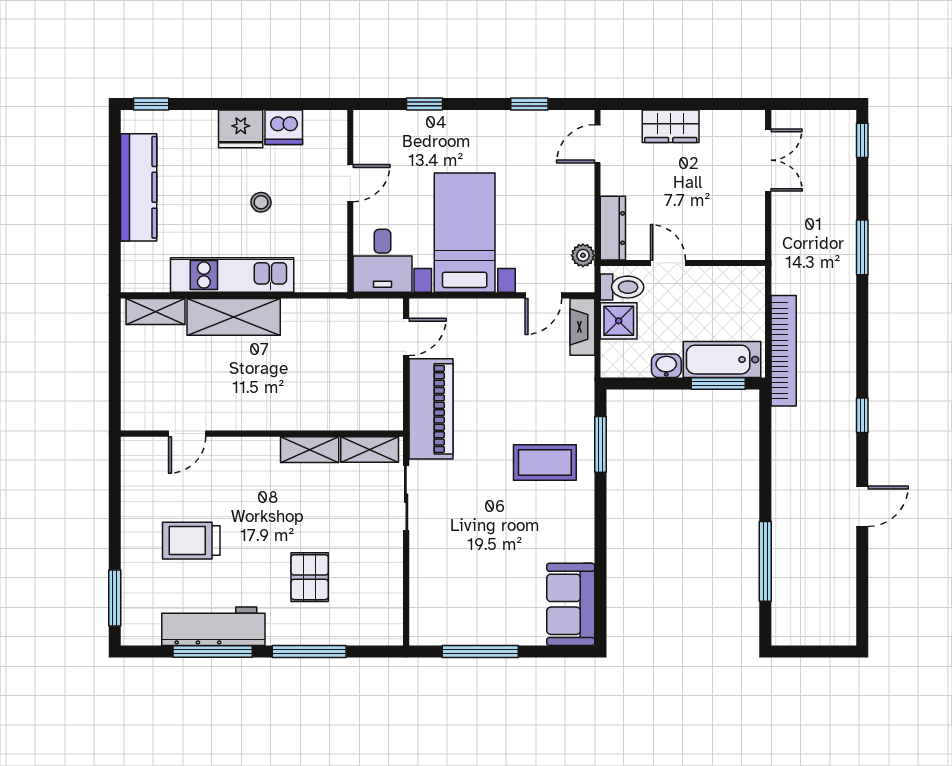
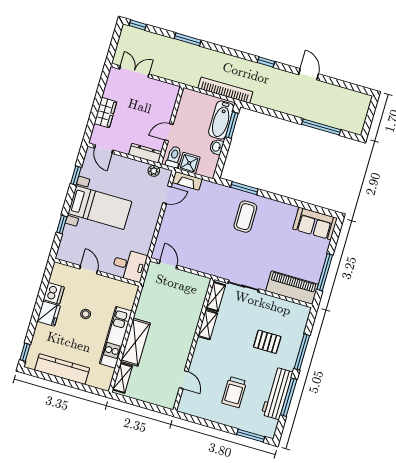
bed with nightstands: (465, 233) -> (100, 208), moved, turned 180
door: (543, 295) -> (167, 195), hinge flipped
piano: (431, 409) -> (292, 288), moved

